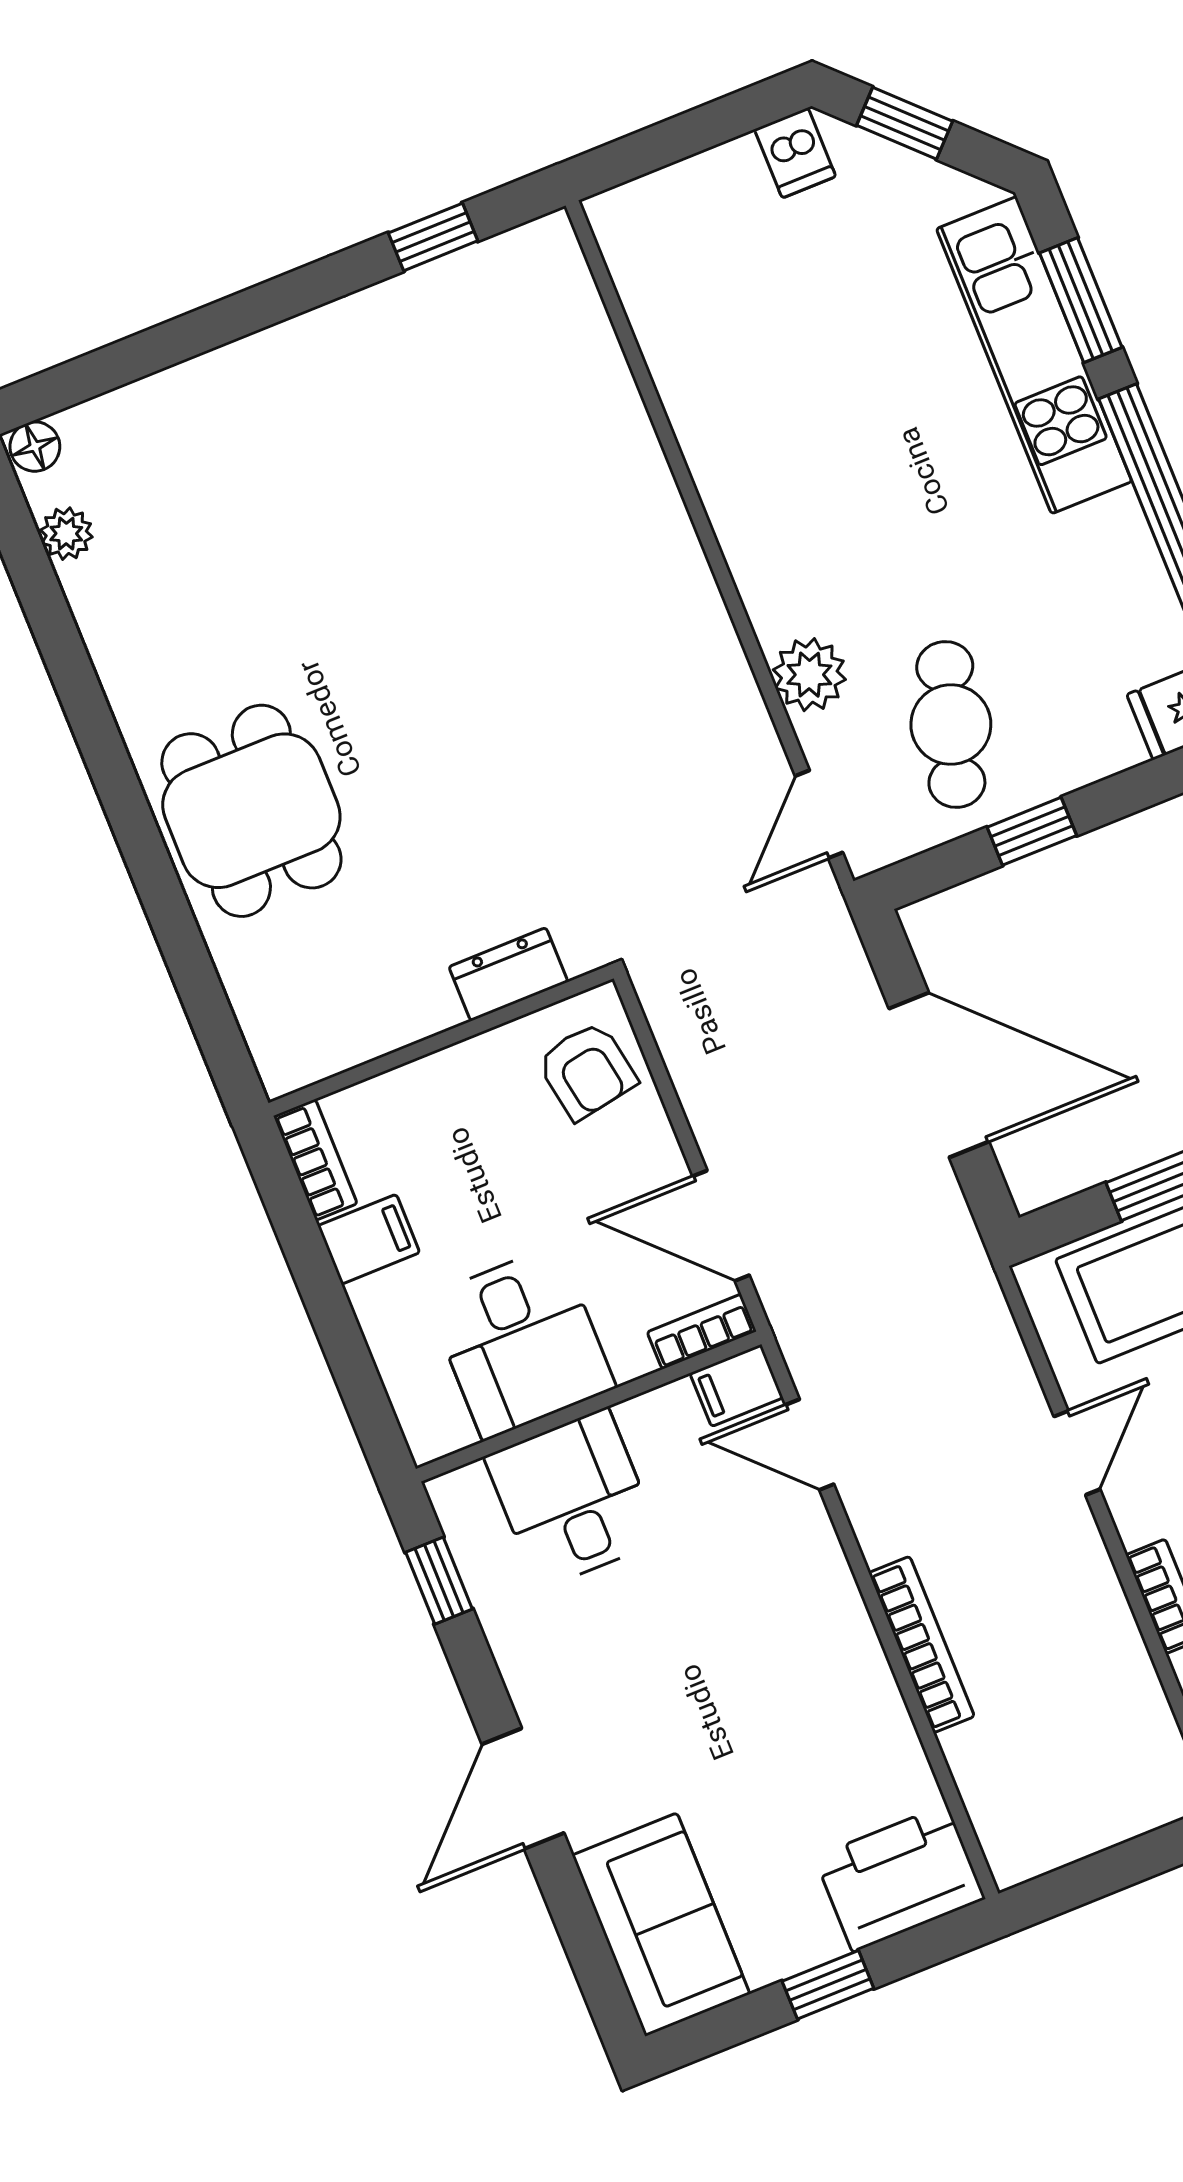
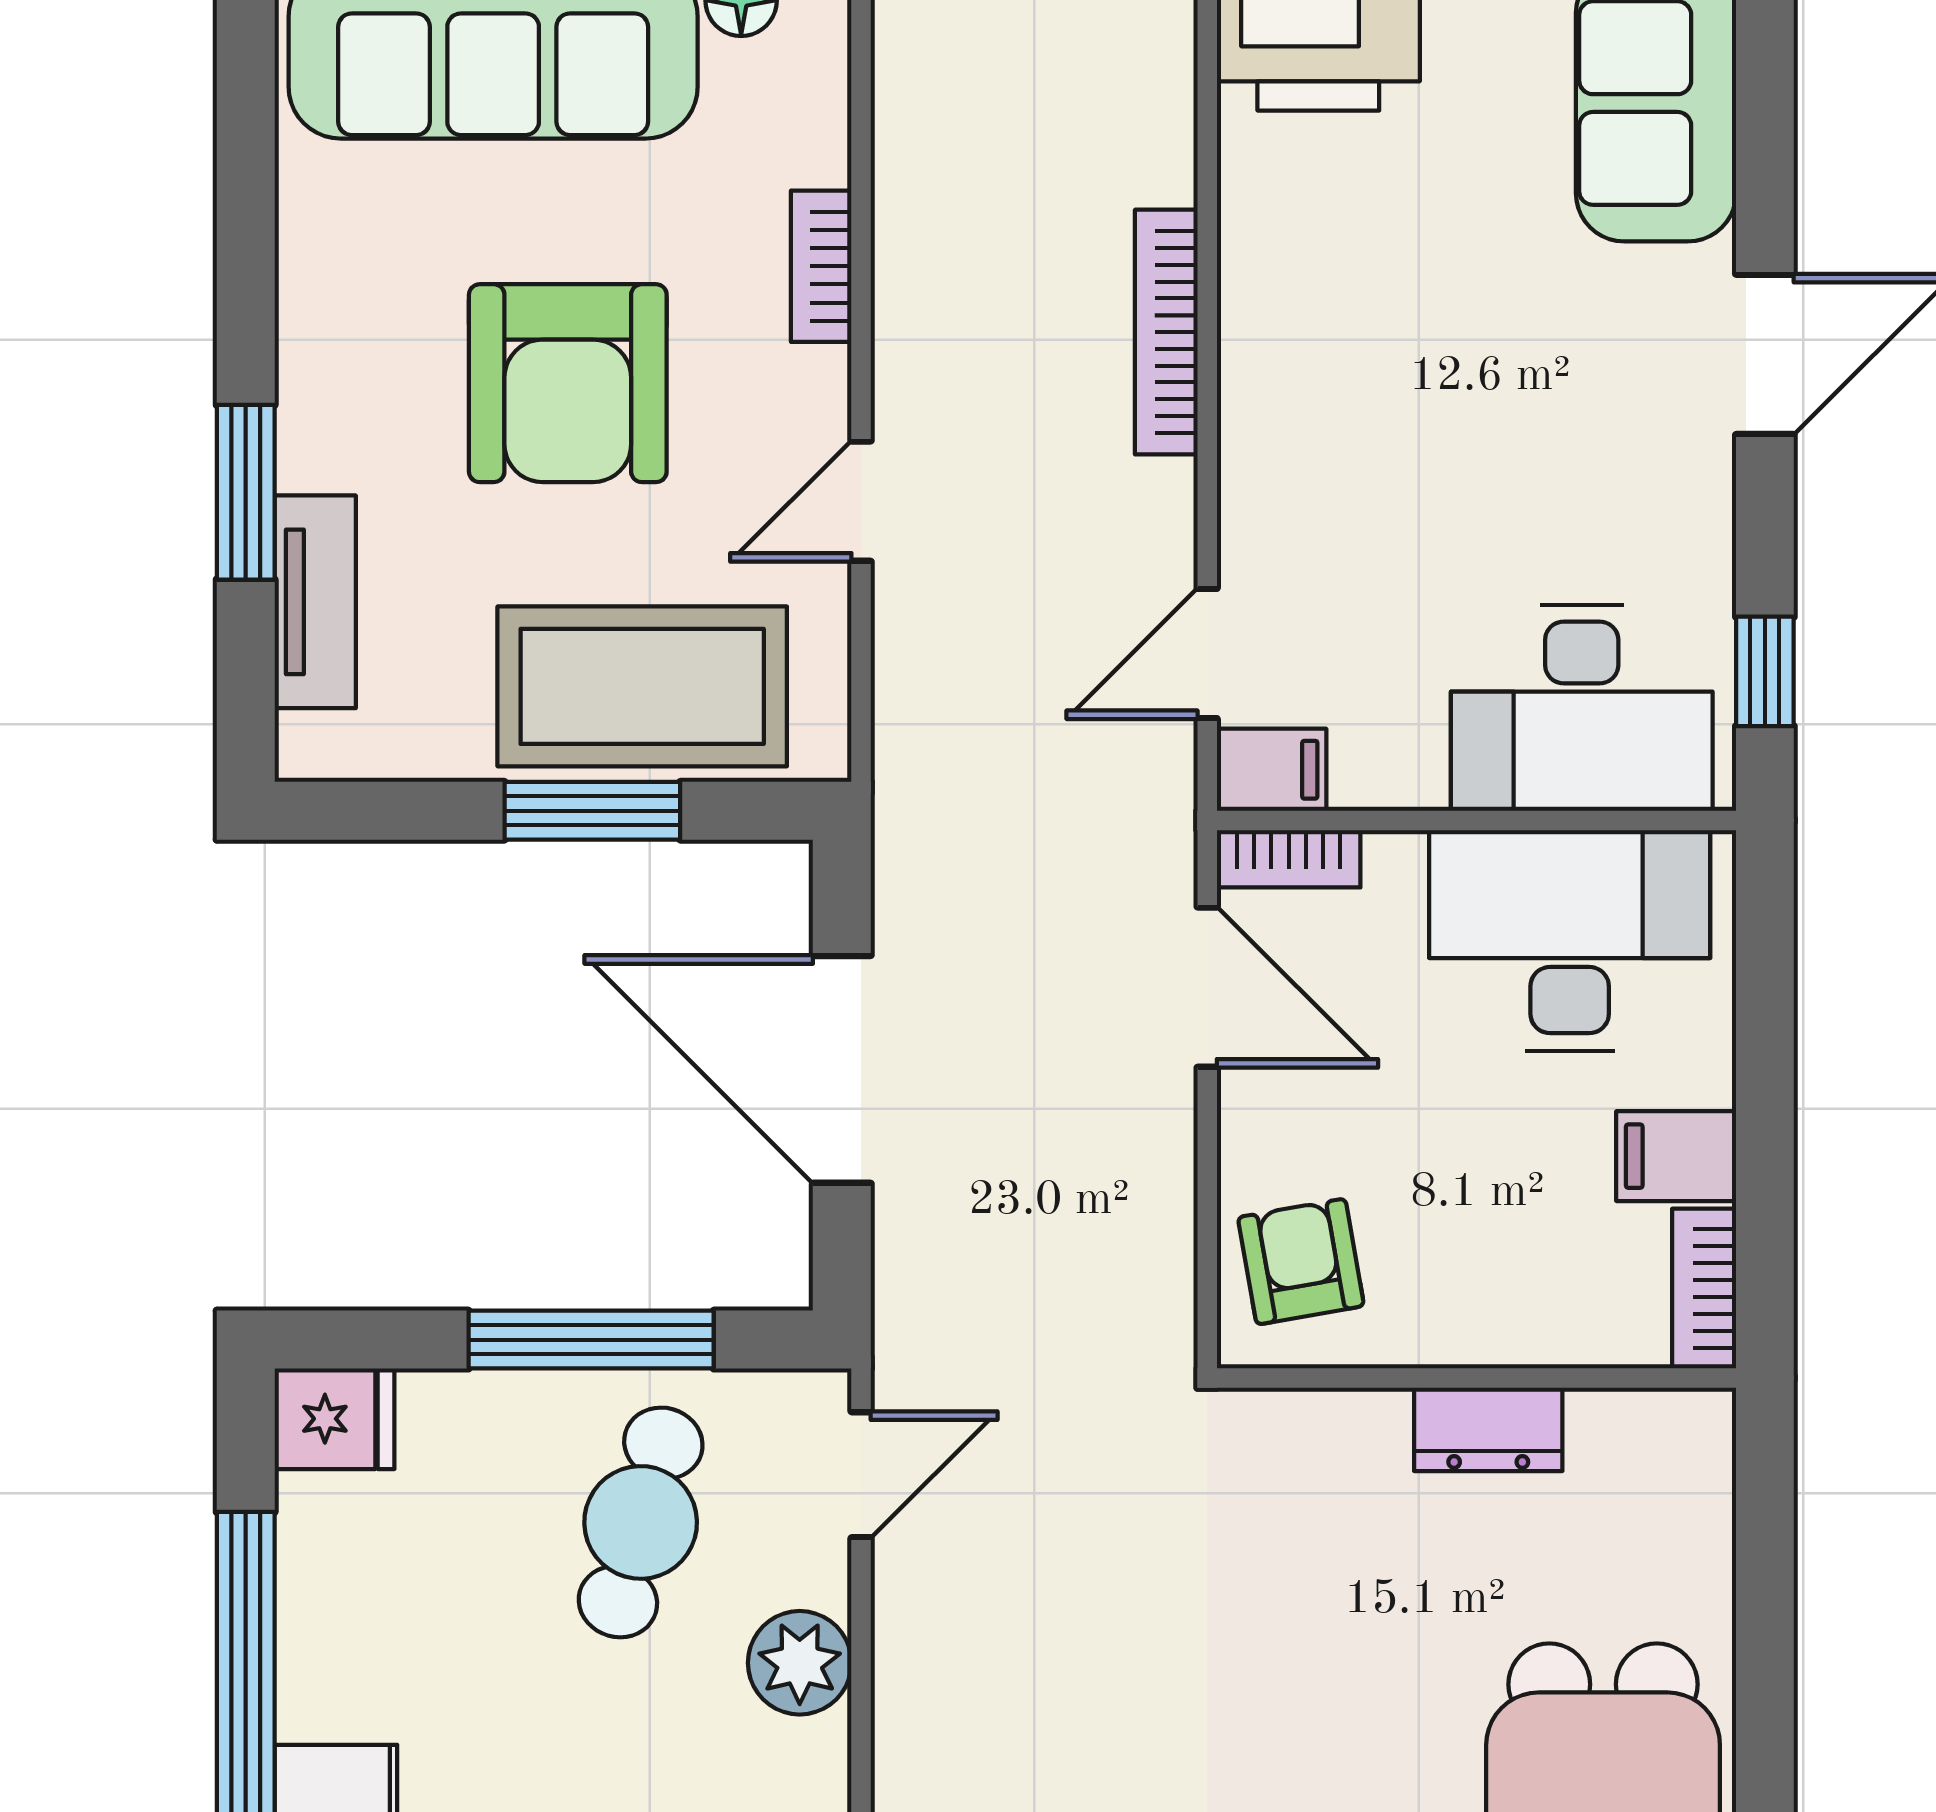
window: (1032, 831) -> (591, 1340), width x2.17
dresser: (508, 974) -> (1488, 1429), moved
desk: (521, 1342) -> (1570, 940), width x1.37
door: (809, 1445) -> (1207, 654), swing flipped
desk: (573, 1499) -> (1582, 708), width x1.37

